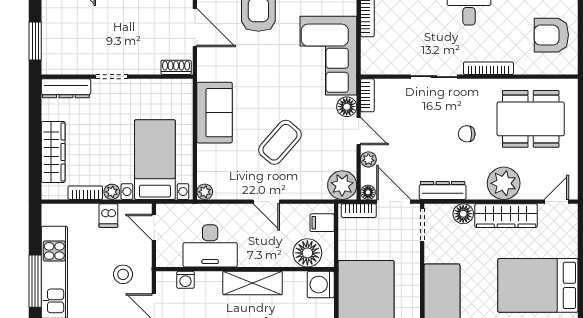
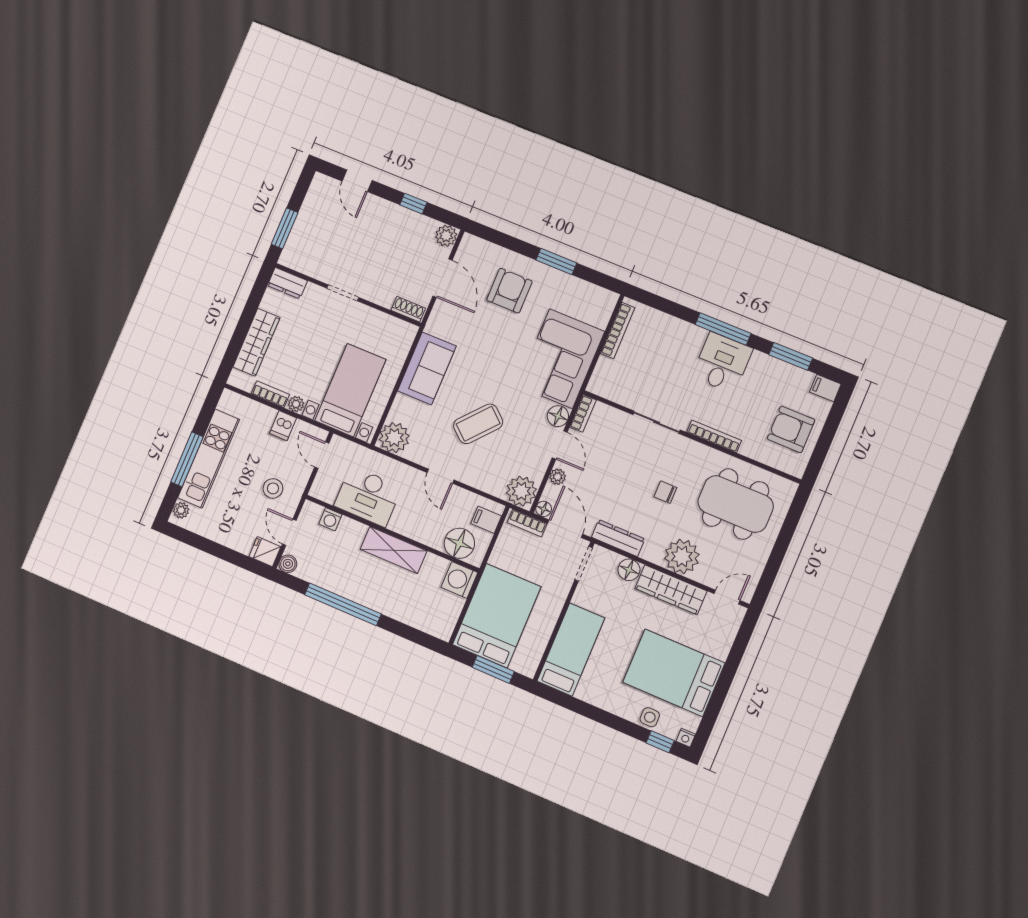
dresser: (66, 88) -> (287, 283), width x0.70
plant: (205, 192) -> (394, 438), width x1.87, depth x1.87

